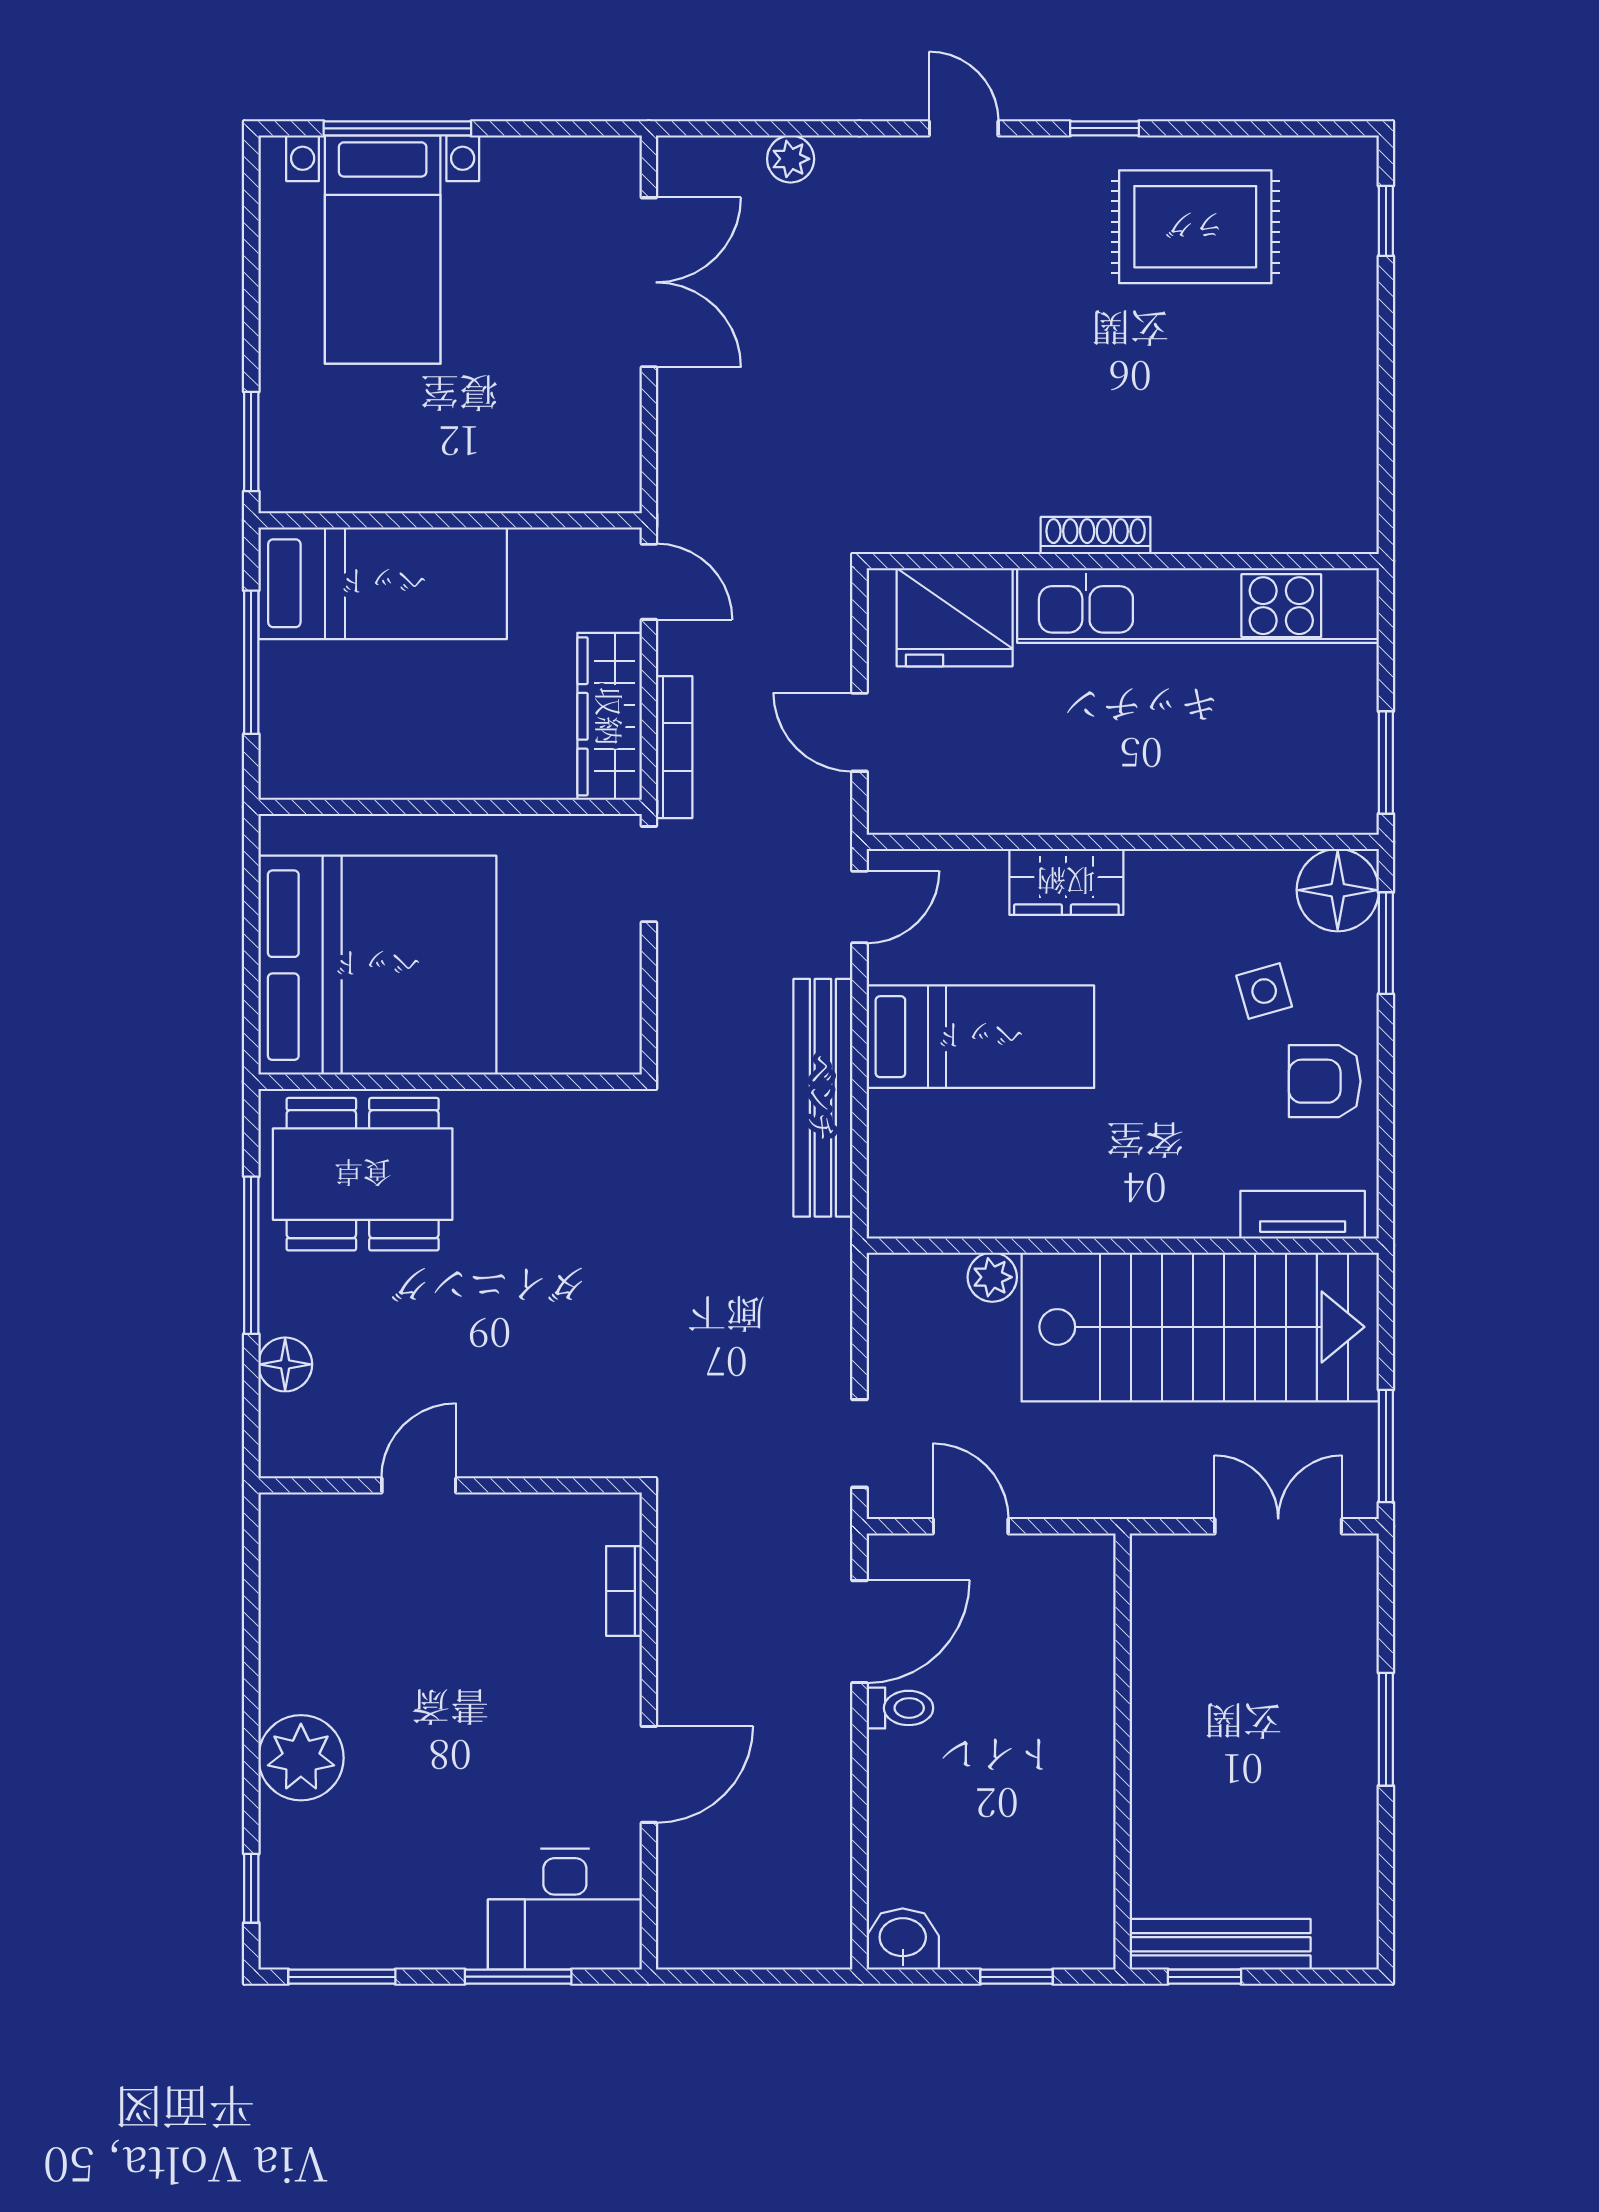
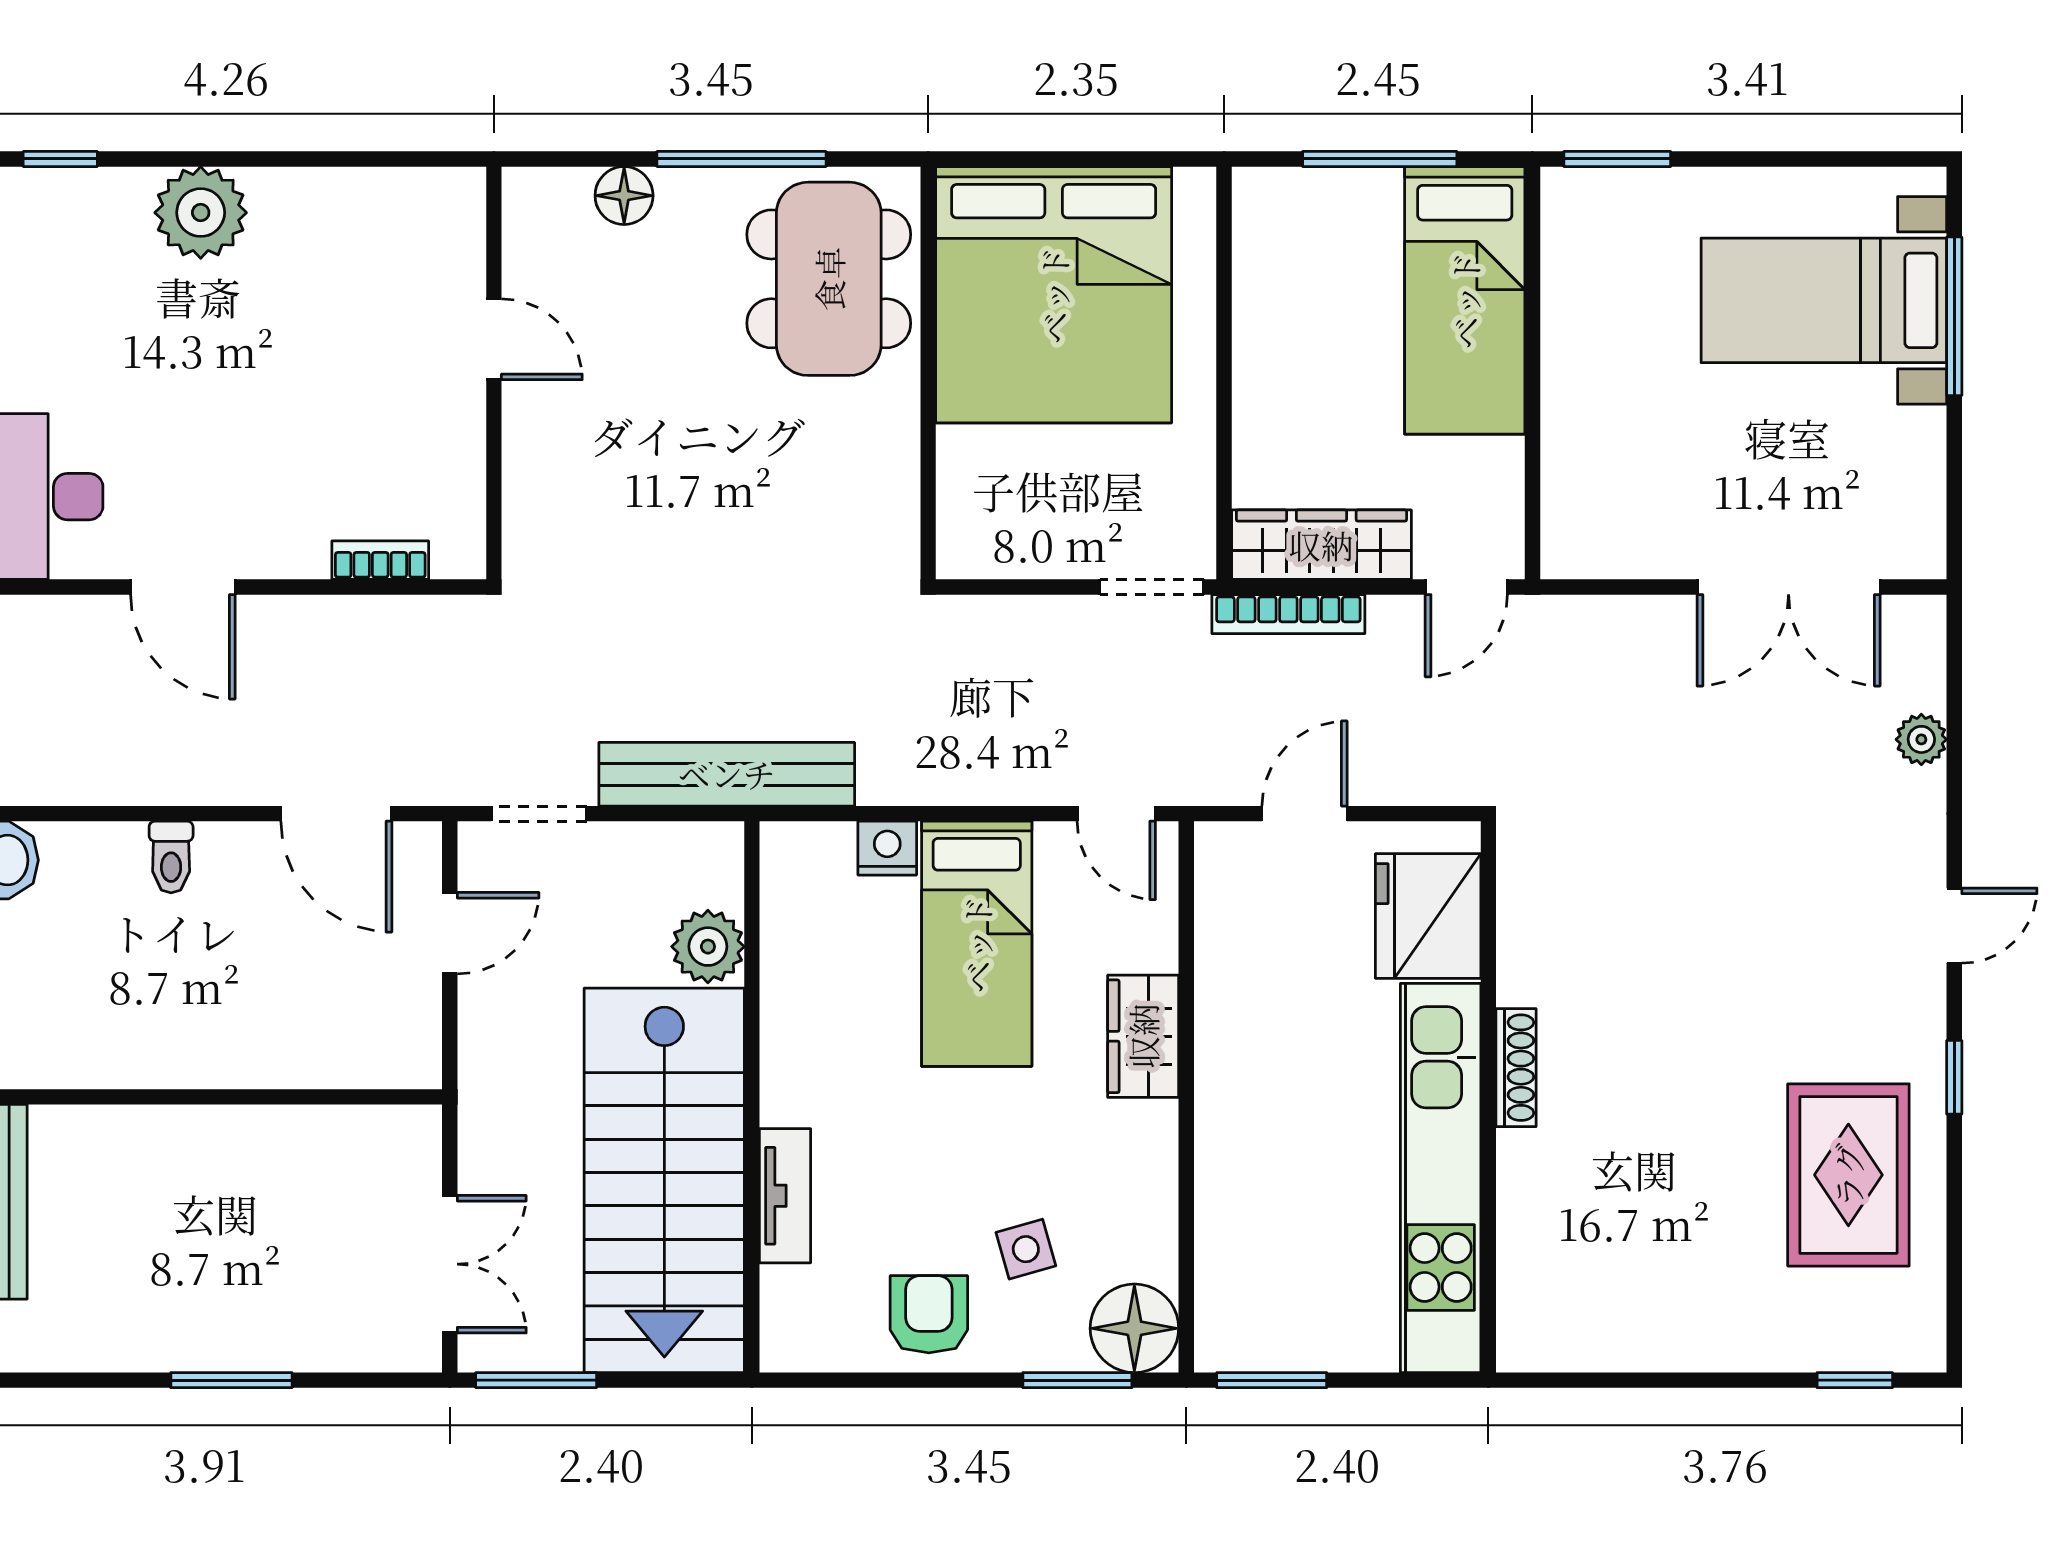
bench: (823, 1098) -> (727, 774), moved
nightstand: (892, 1120) -> (887, 848), added
tv unit: (1303, 1215) -> (785, 1196), moved
plant: (992, 1277) -> (708, 947), width x1.38, depth x1.38
toilet: (900, 1708) -> (171, 857), moved

